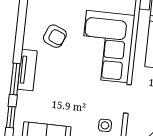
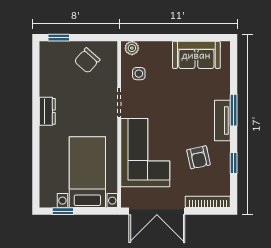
armchair: (55, 36) -> (199, 157), turned -124
window: (11, 117) -> (234, 163), moved

